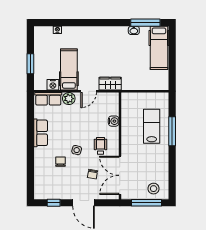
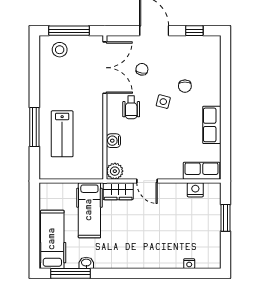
hospital bed: (69, 69) -> (89, 210), moved
door: (89, 91) -> (147, 181), swing flipped
plant: (69, 99) -> (115, 171), moved

